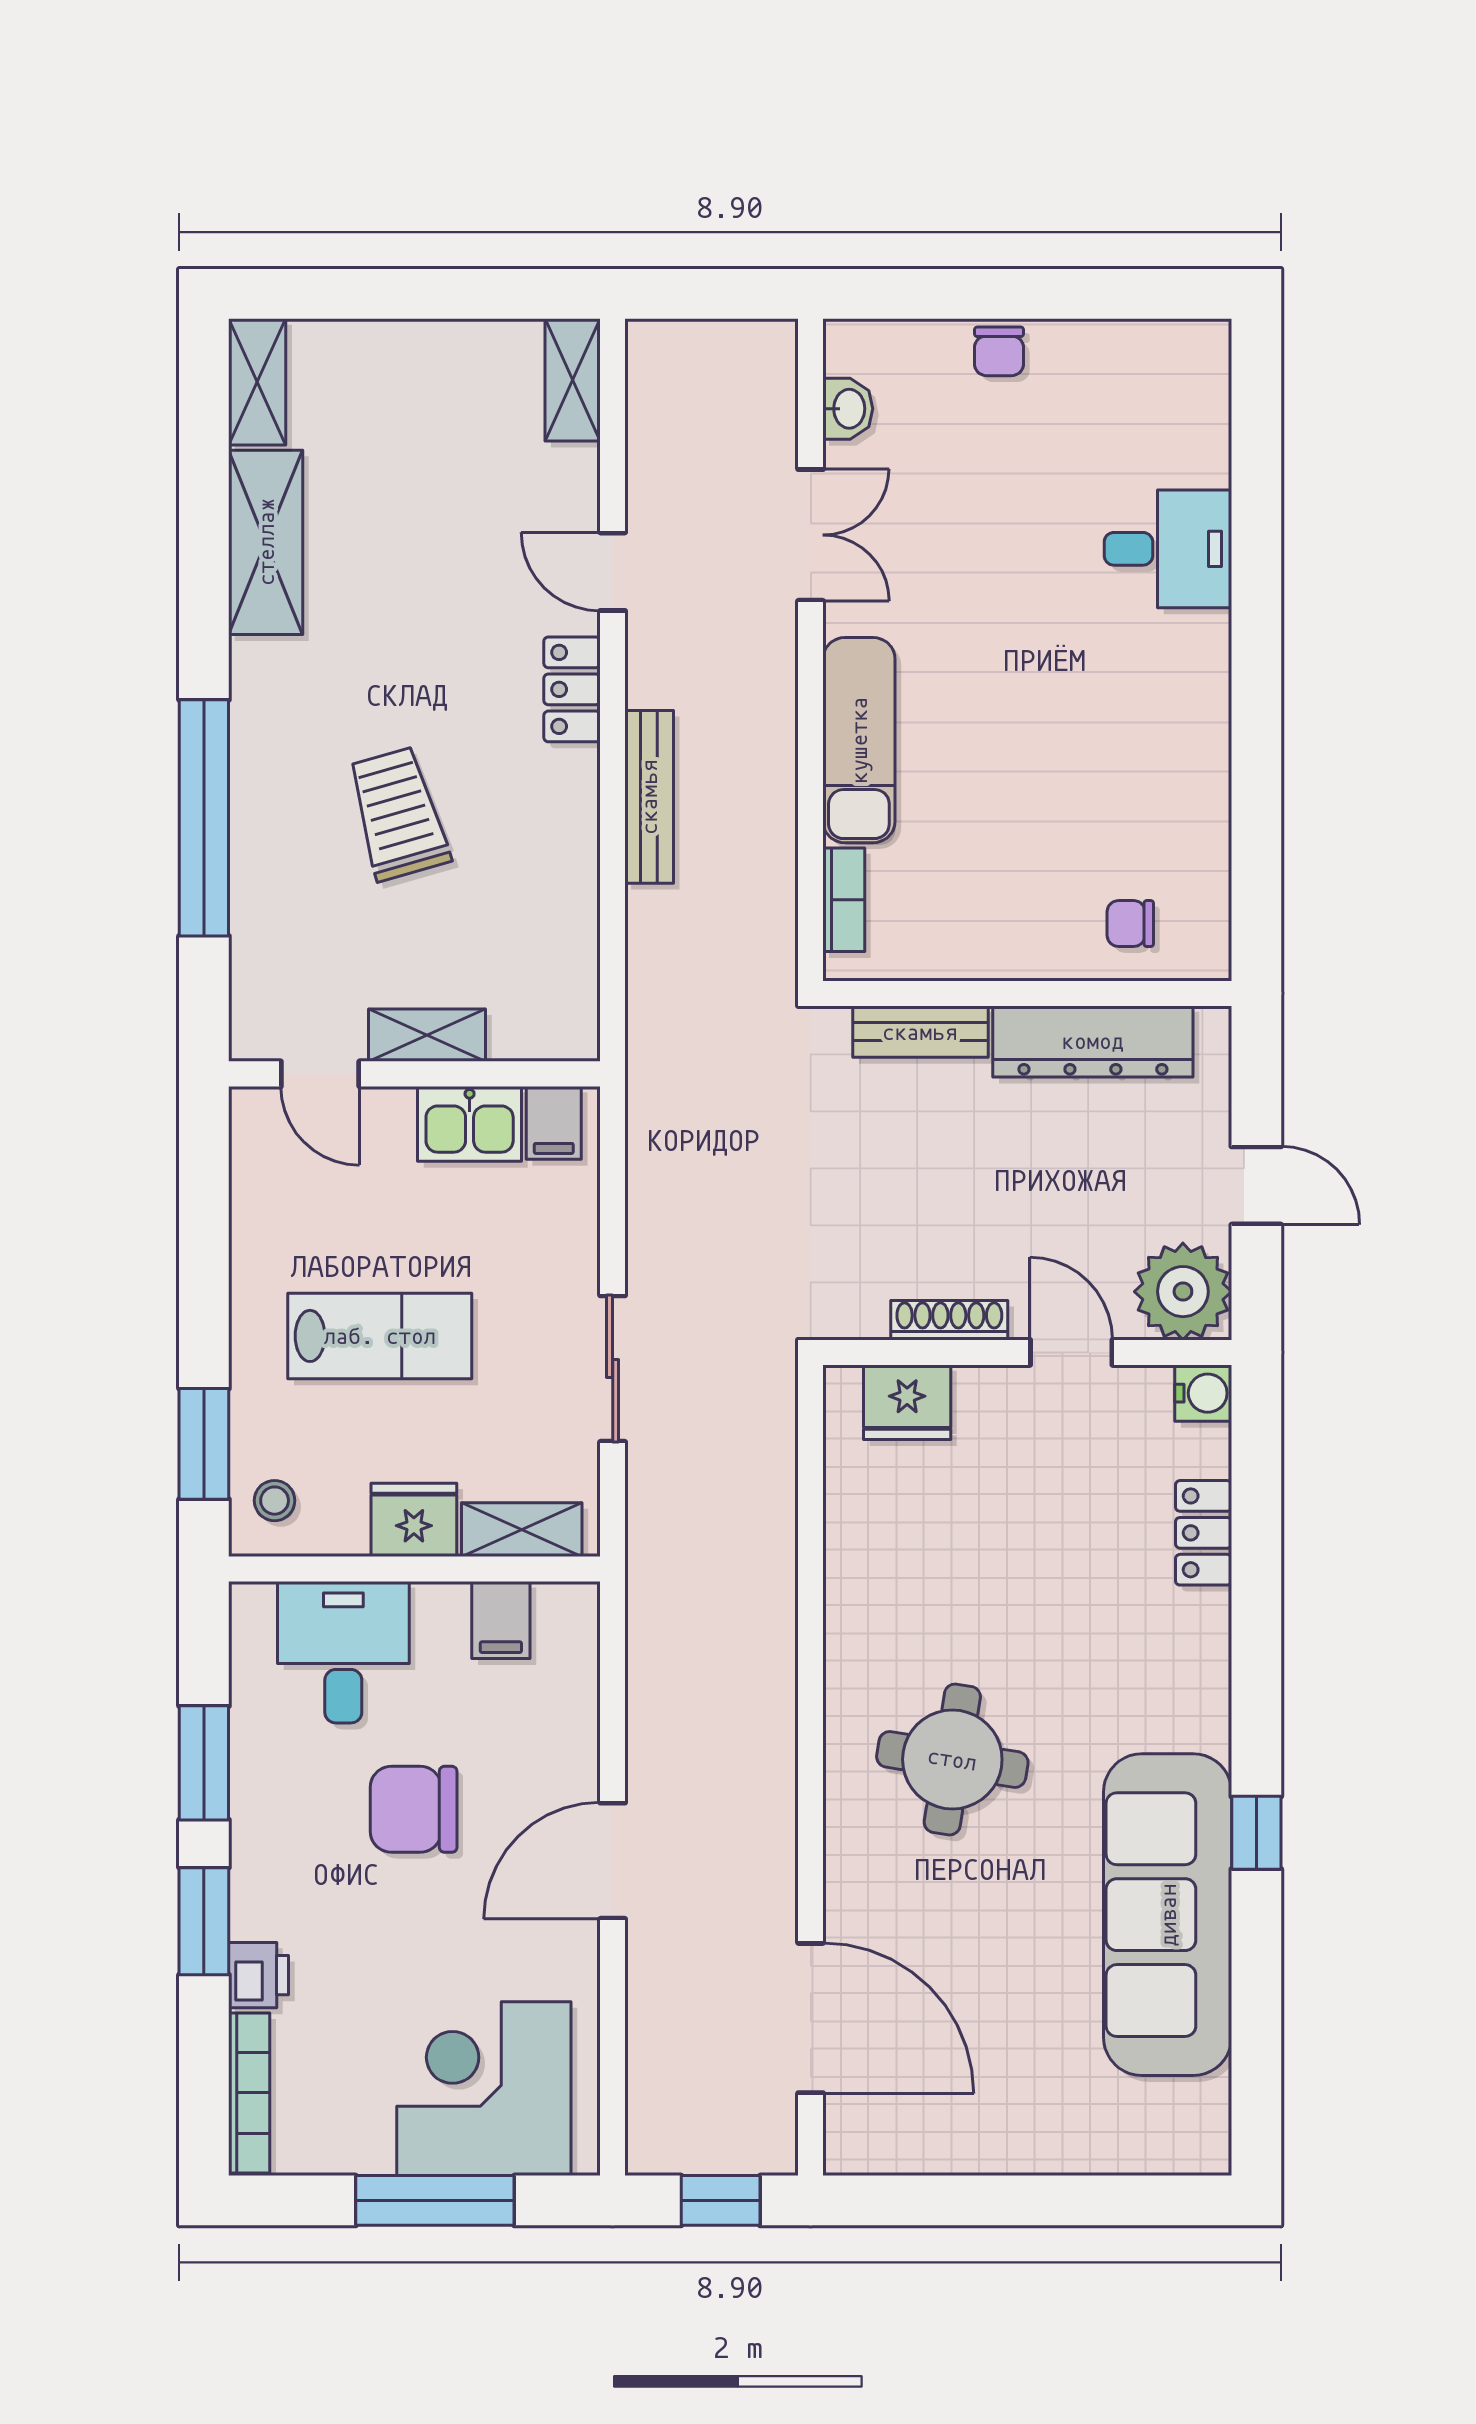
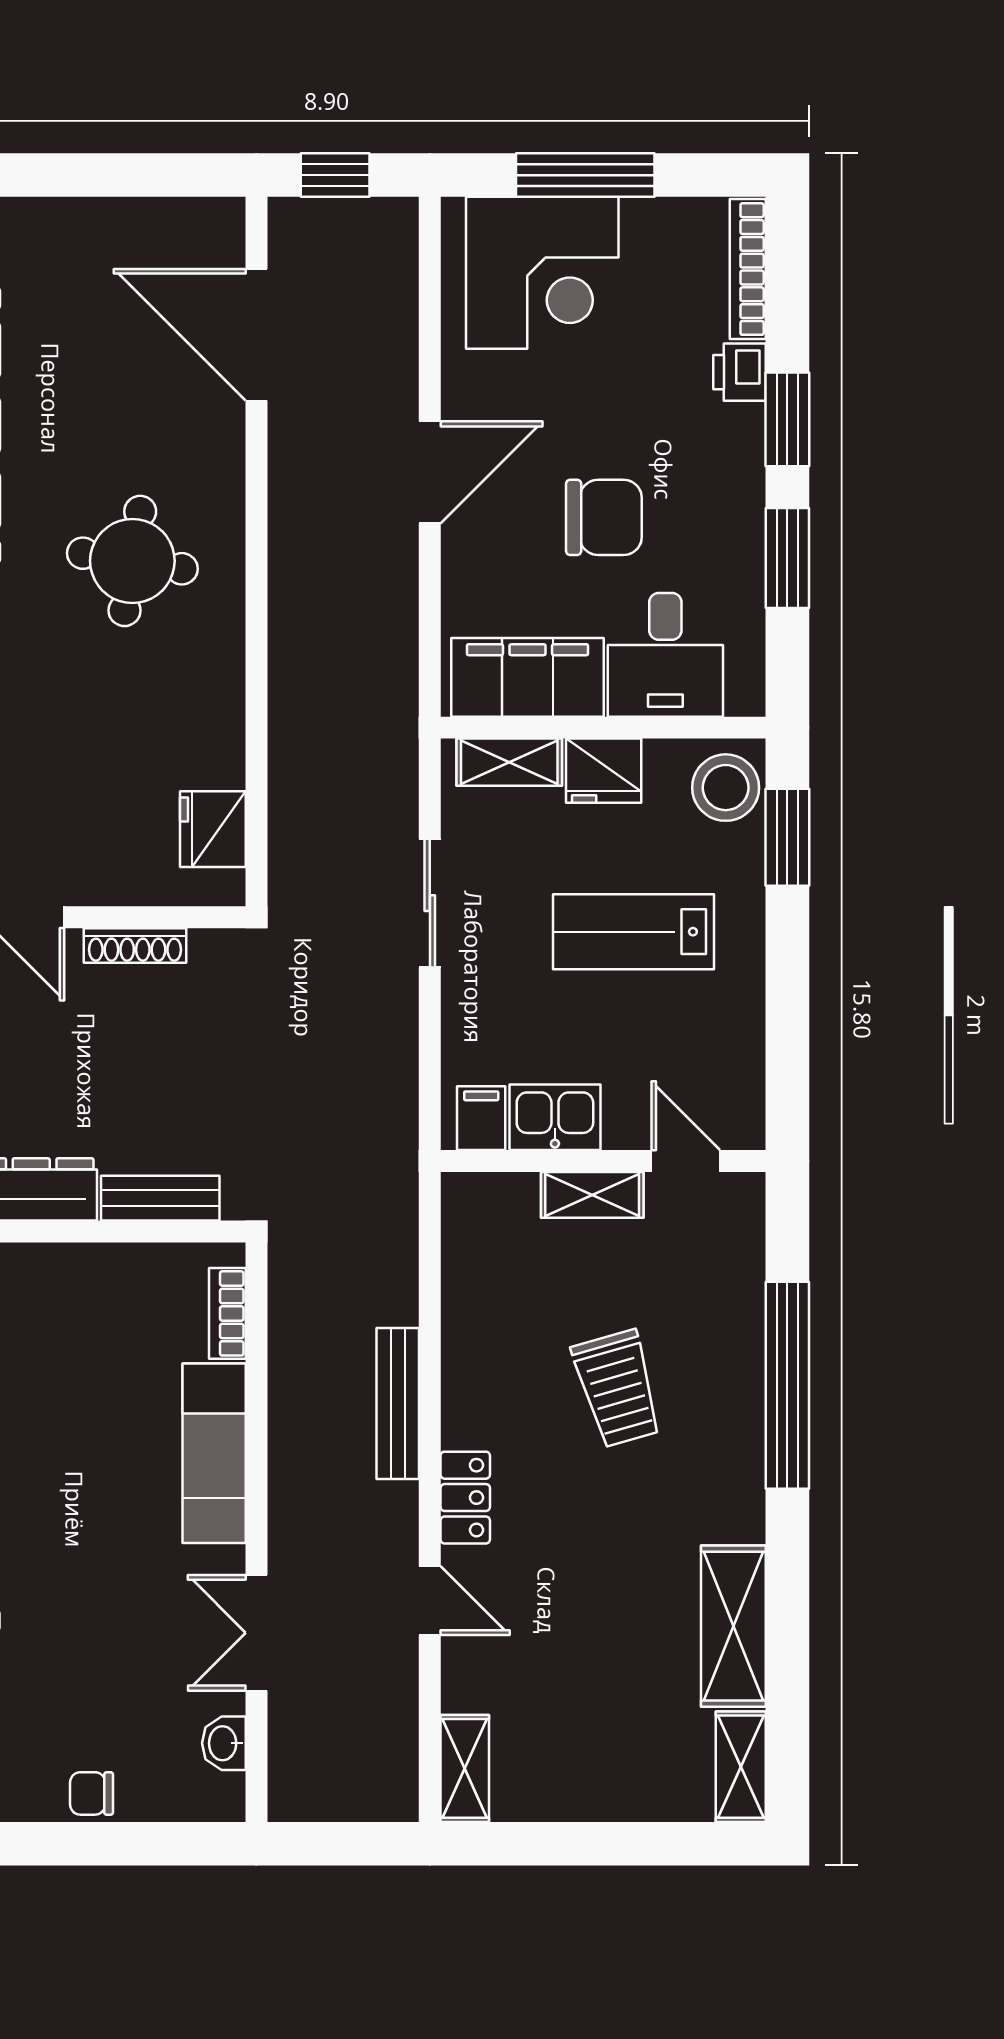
chair: (999, 351) -> (92, 1793), turned -90
fridge: (907, 1402) -> (213, 829), moved, turned -90
stool: (275, 1501) -> (726, 788), width x1.89, depth x1.89
filing cabinet: (501, 1620) -> (527, 677), width x3.00, depth x1.17

